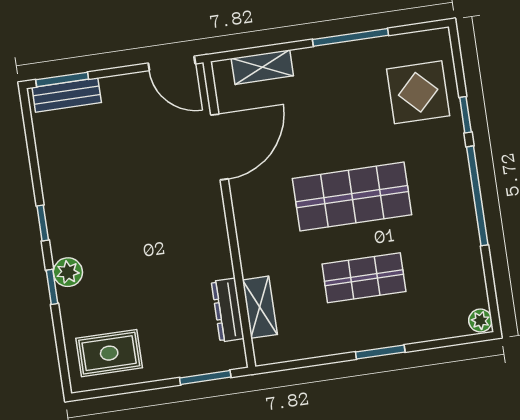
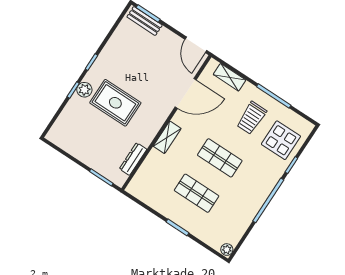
trolley: (347, 98) -> (252, 118), added
shop shelf: (352, 197) -> (220, 158), width x0.70, depth x0.74
shelving: (260, 307) -> (167, 137), moved
rug: (109, 353) -> (115, 103), moved, width x1.36, depth x1.43

